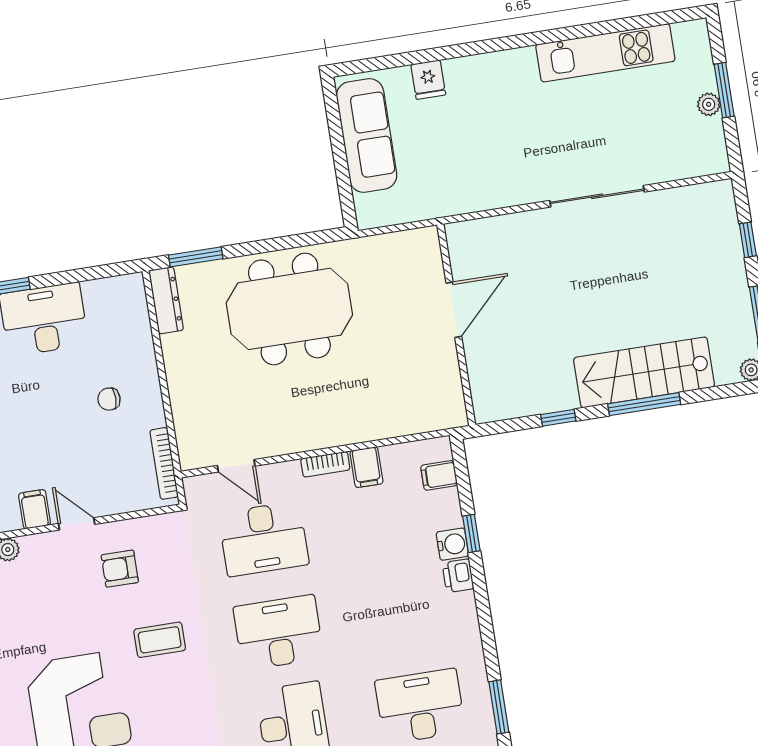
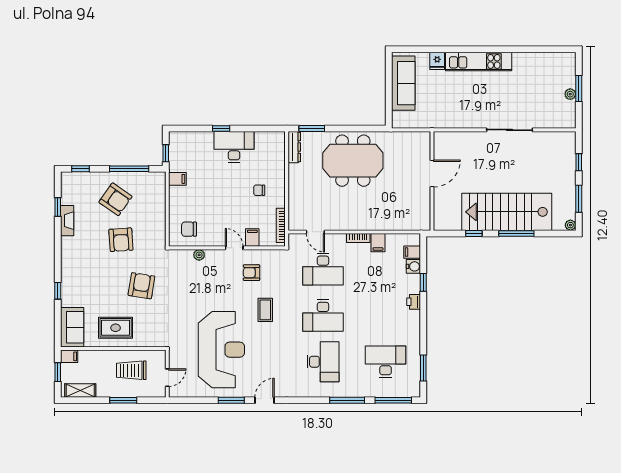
kitchen unit: (605, 53) -> (479, 61), moved
stairs: (644, 372) -> (507, 212), width x1.36, depth x1.51
filing cabinet: (35, 509) -> (252, 238), moved
water cooler: (452, 544) -> (413, 266), moved
desk: (278, 633) -> (323, 315), turned 180
coffee table: (160, 640) -> (265, 310), turned 90

